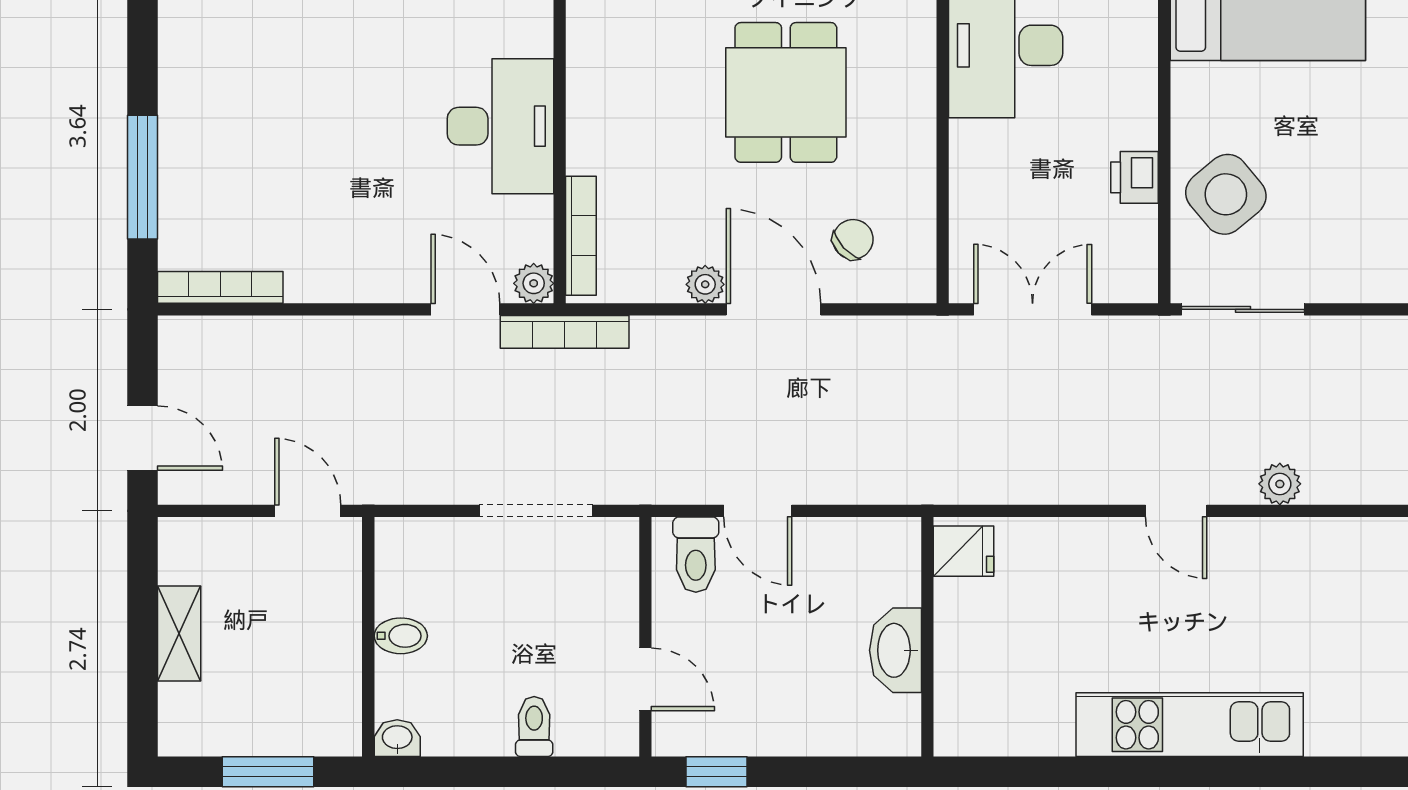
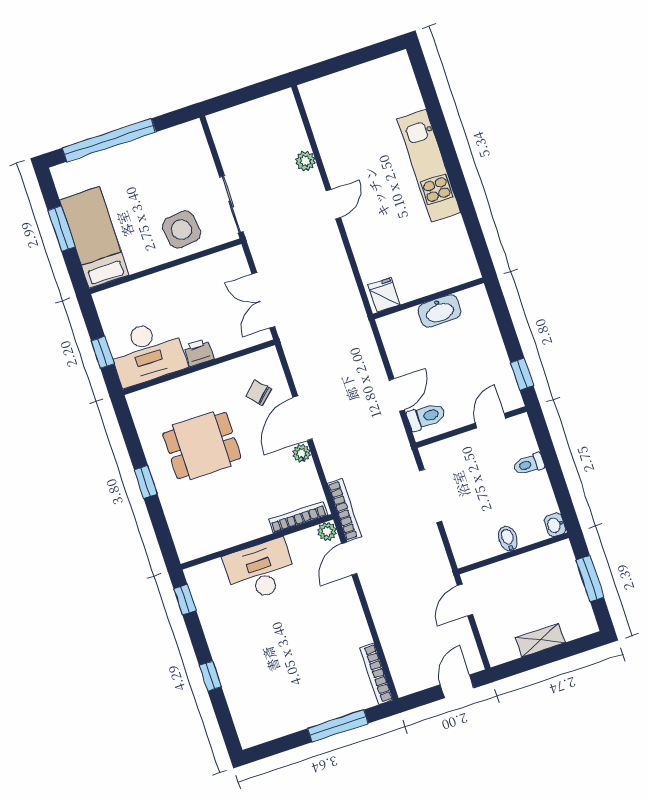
printer: (1135, 177) -> (199, 352), moved, turned 180
side table: (1226, 194) -> (182, 230), turned 33

